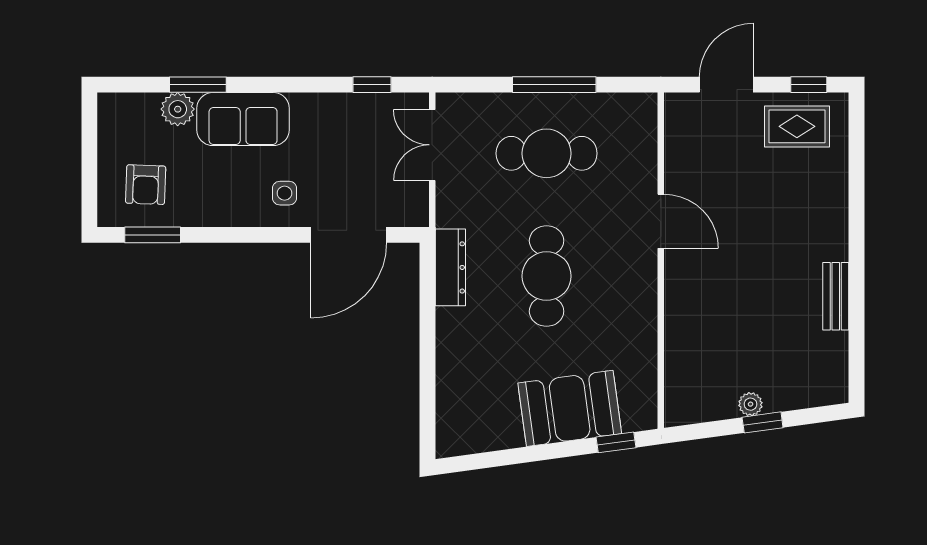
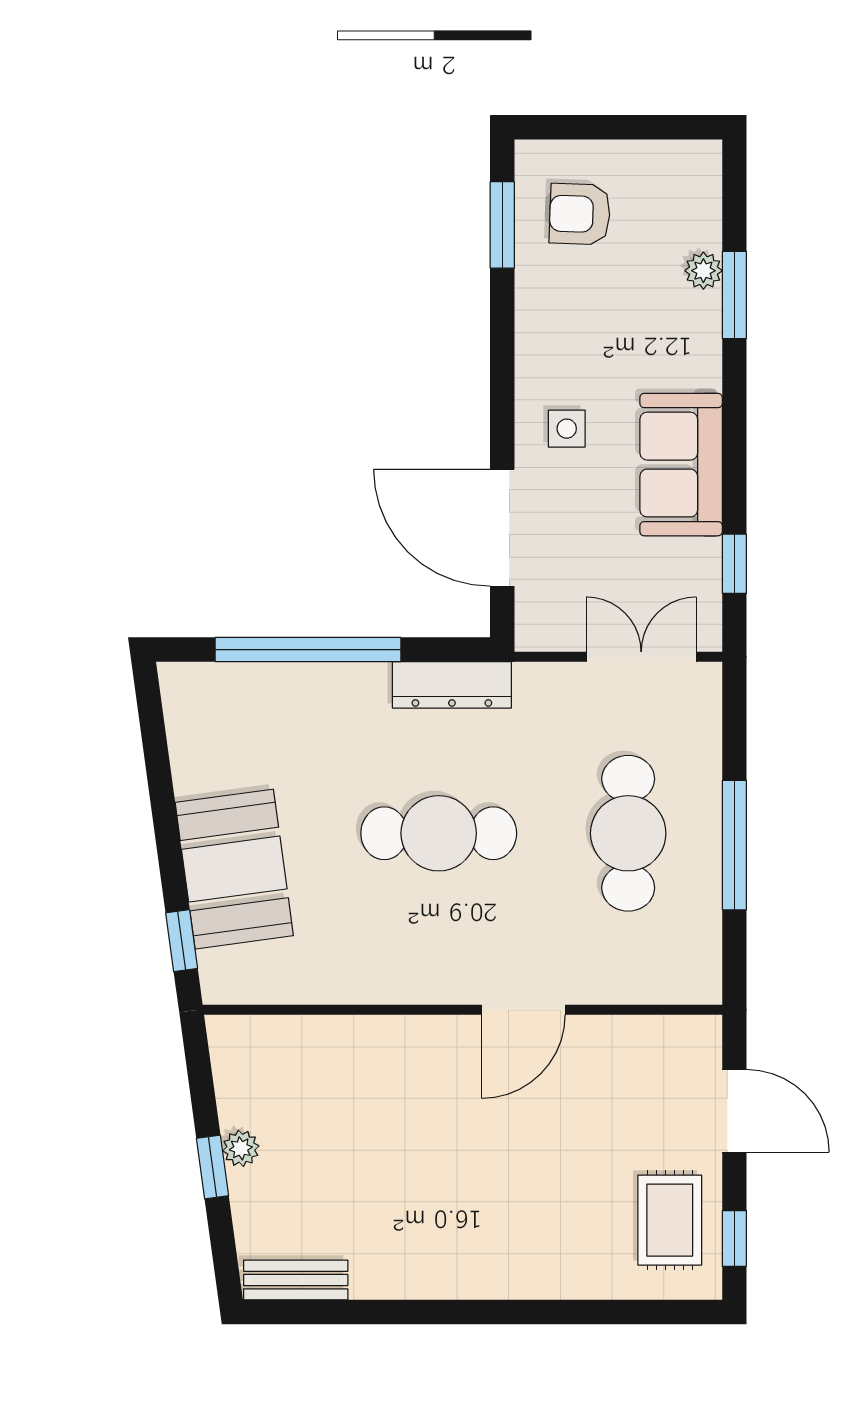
plant: (178, 109) -> (703, 271), width x0.73, depth x0.73
sofa: (243, 119) -> (681, 465), moved
bench: (836, 296) -> (296, 1280), moved
window: (428, 361) -> (308, 650), added

